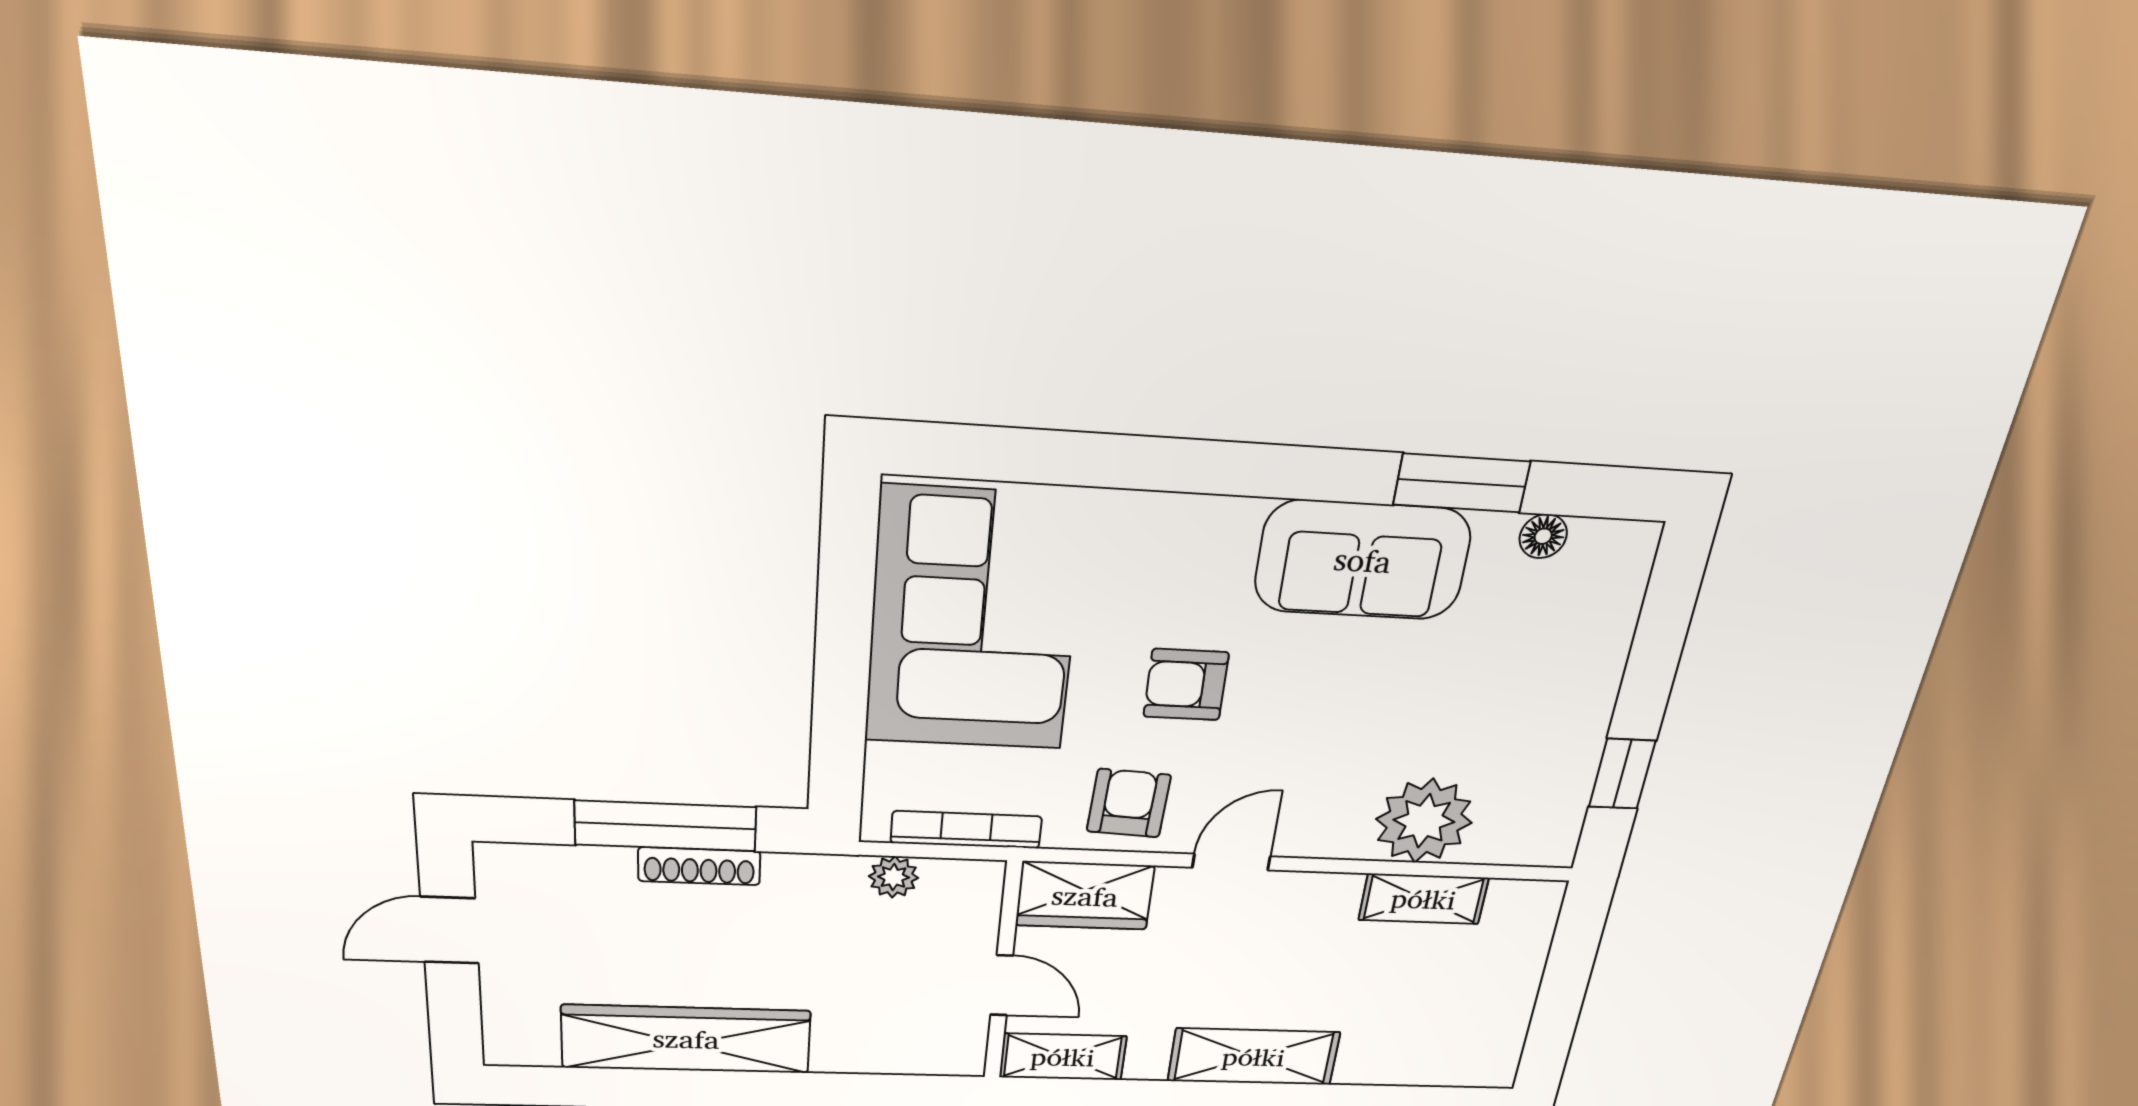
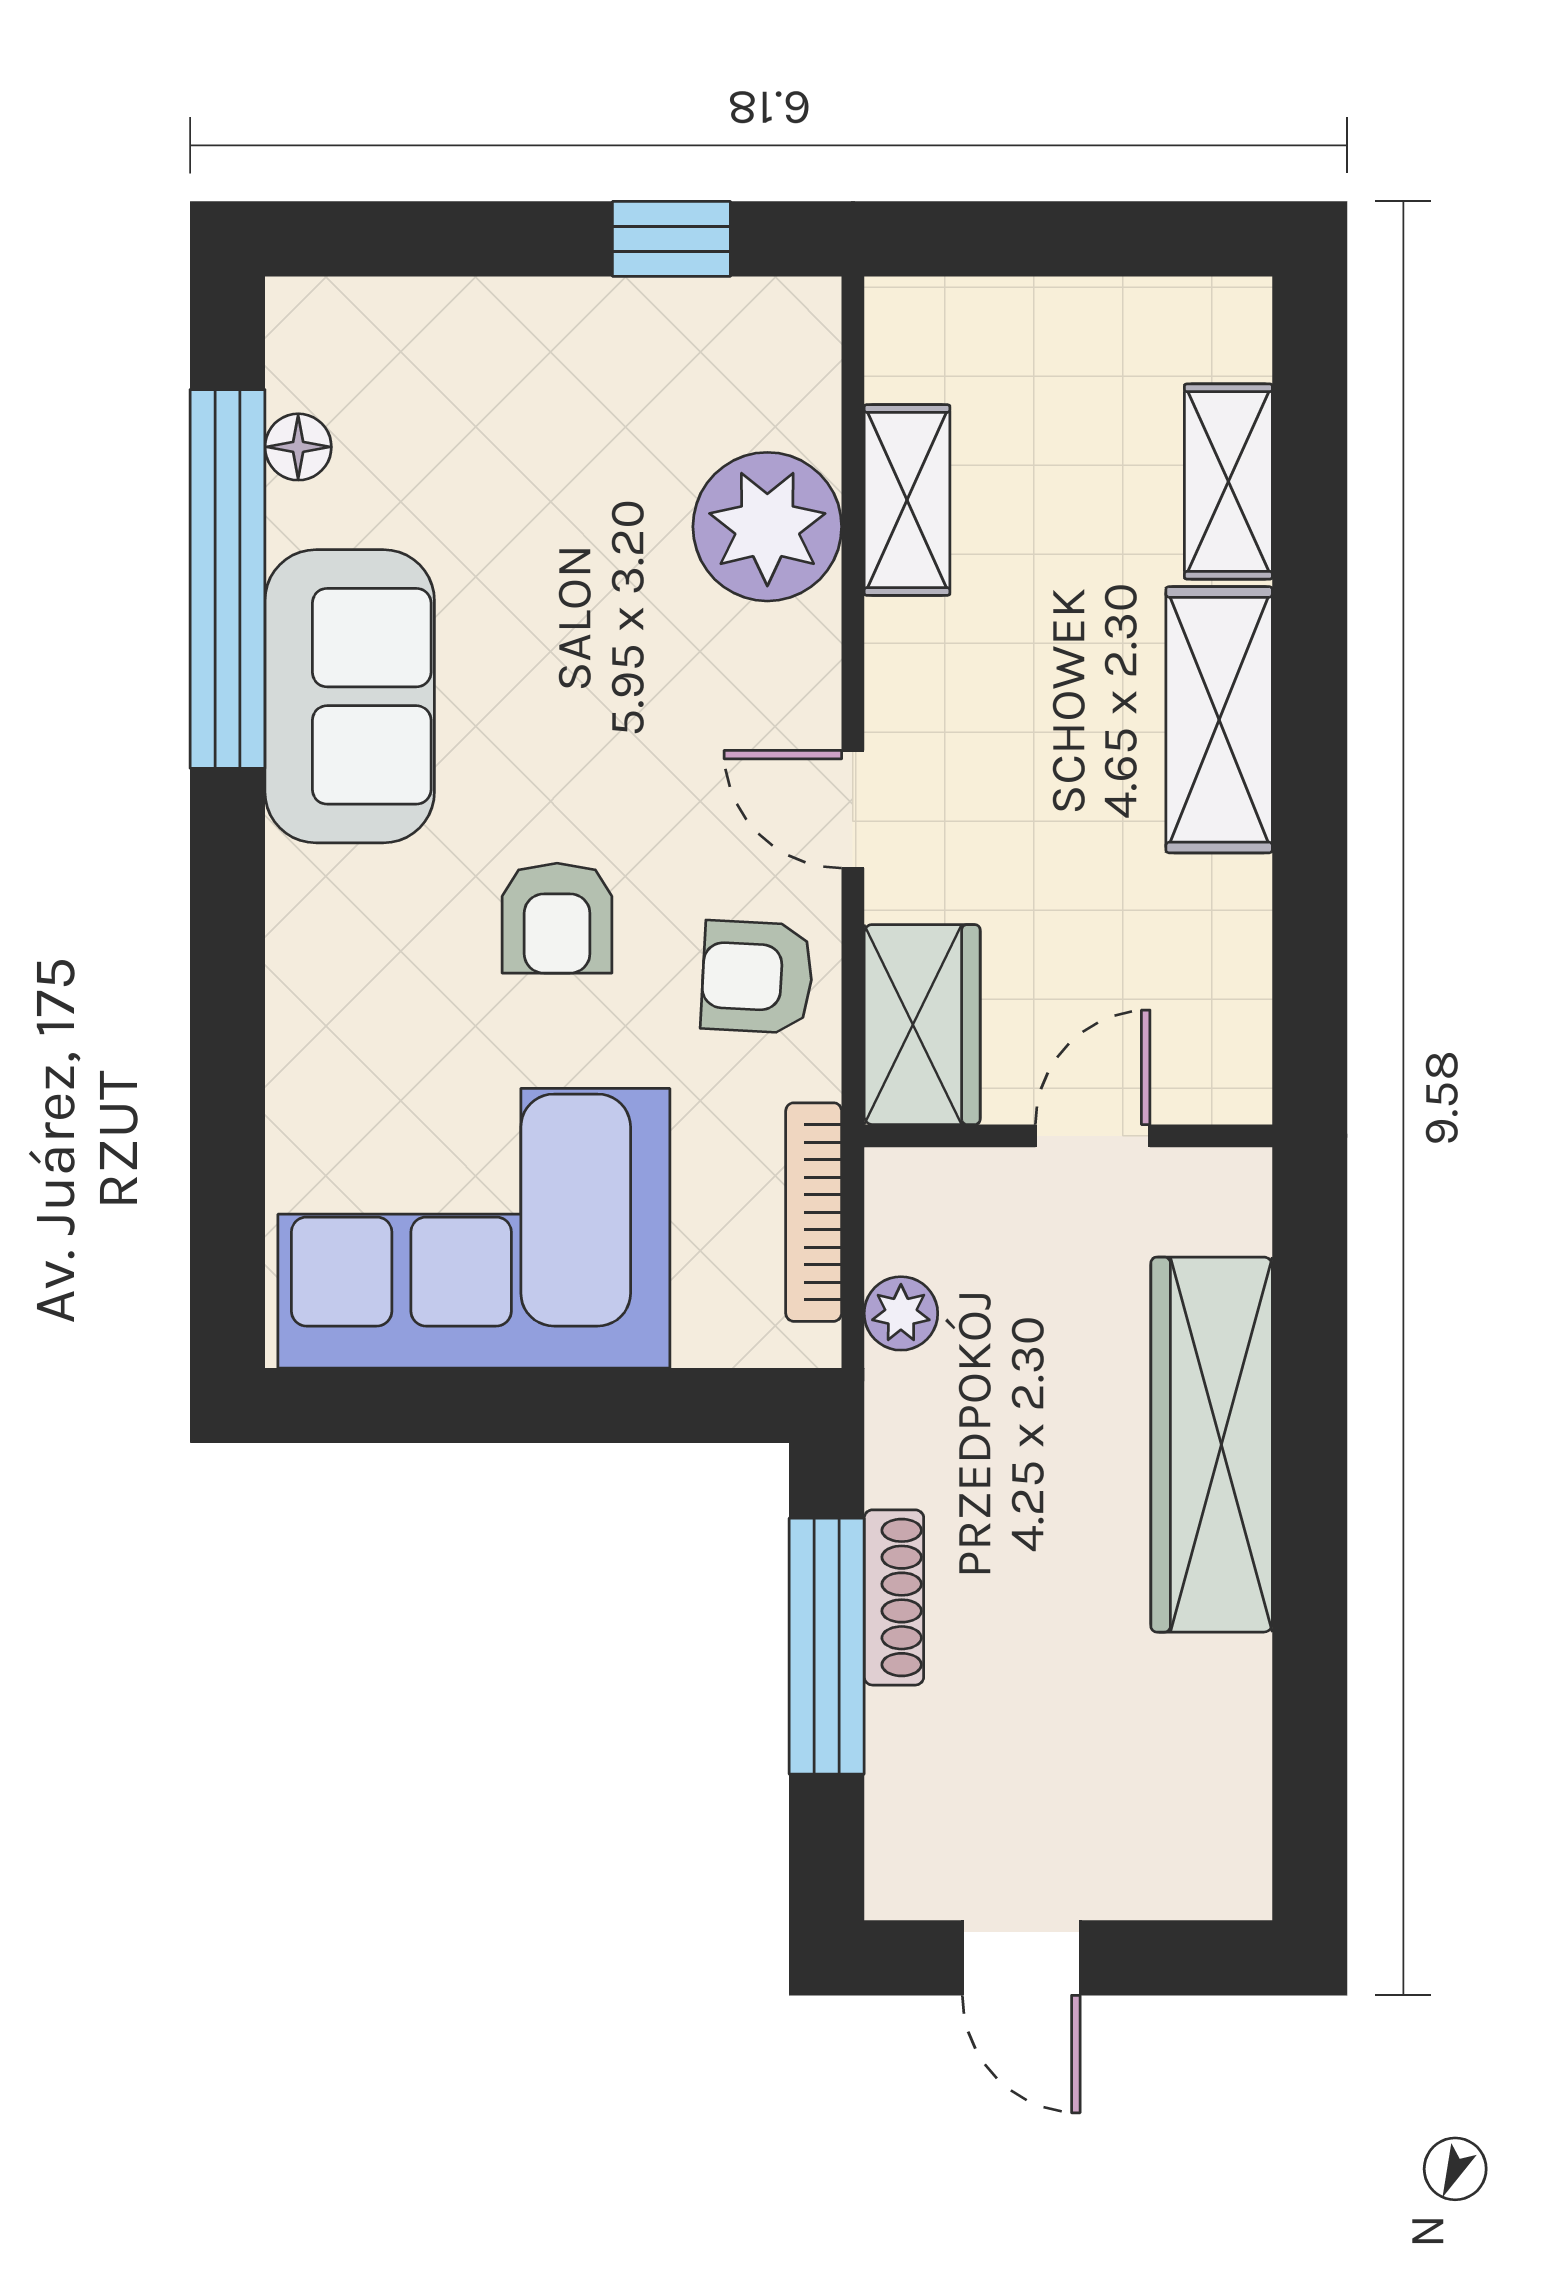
window: (1462, 483) -> (227, 579), width x2.11
wardrobe: (686, 1039) -> (1212, 1445), moved
shelving: (1063, 1057) -> (1228, 482), moved

